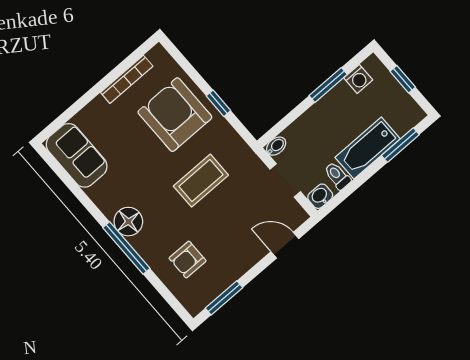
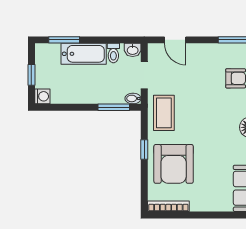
bookcase: (127, 79) -> (168, 206), moved
washing machine: (358, 79) -> (42, 96), moved, turned 90
window: (328, 85) -> (114, 107), moved
coffee table: (201, 181) -> (164, 113), moved, turned 90

